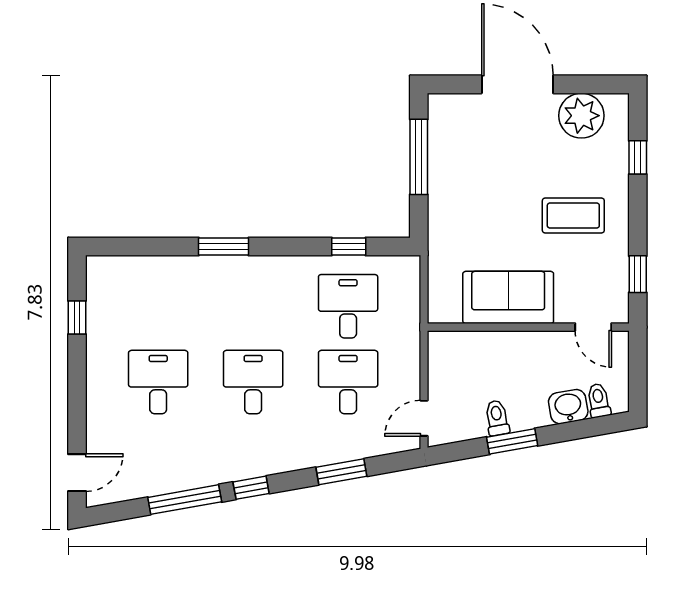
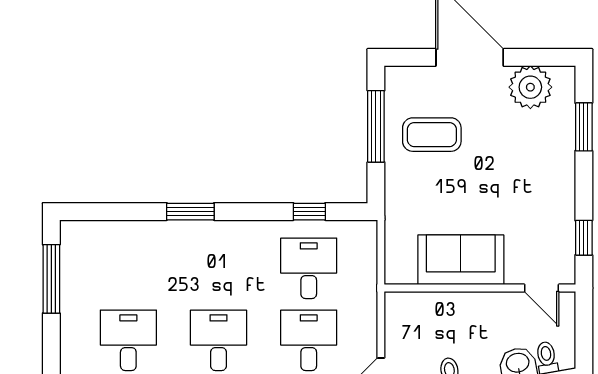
window: (638, 157) -> (584, 127), width x1.50
coffee table: (573, 216) -> (432, 135), moved
window: (77, 317) -> (51, 279), width x2.17

